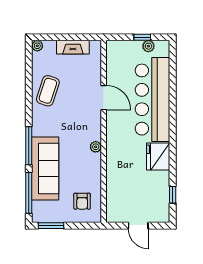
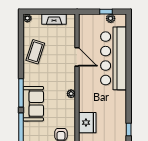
fridge: (158, 156) -> (87, 123), moved, turned 180
sofa: (45, 168) -> (33, 104), width x0.73

